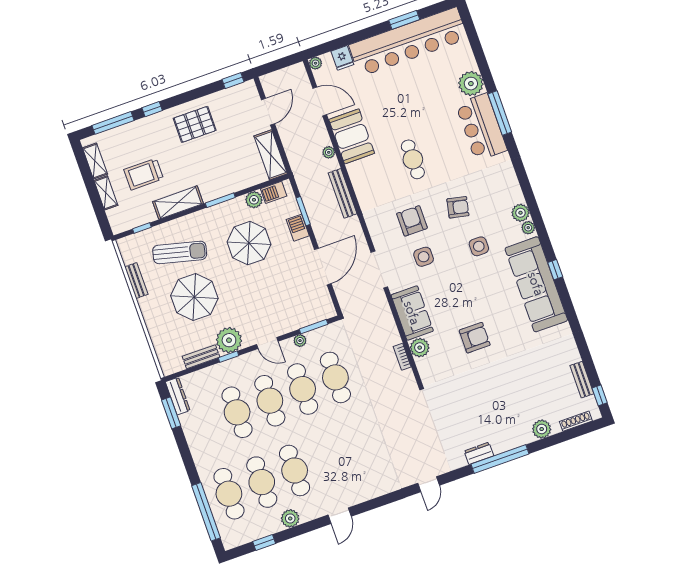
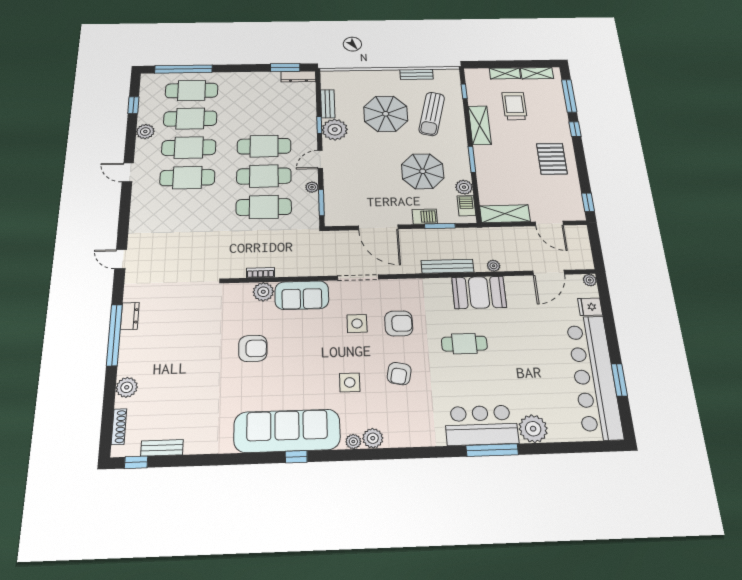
booth: (352, 136) -> (479, 292), moved
armchair: (475, 338) -> (253, 348), turned -90
cafe table: (237, 412) -> (187, 178), moved

